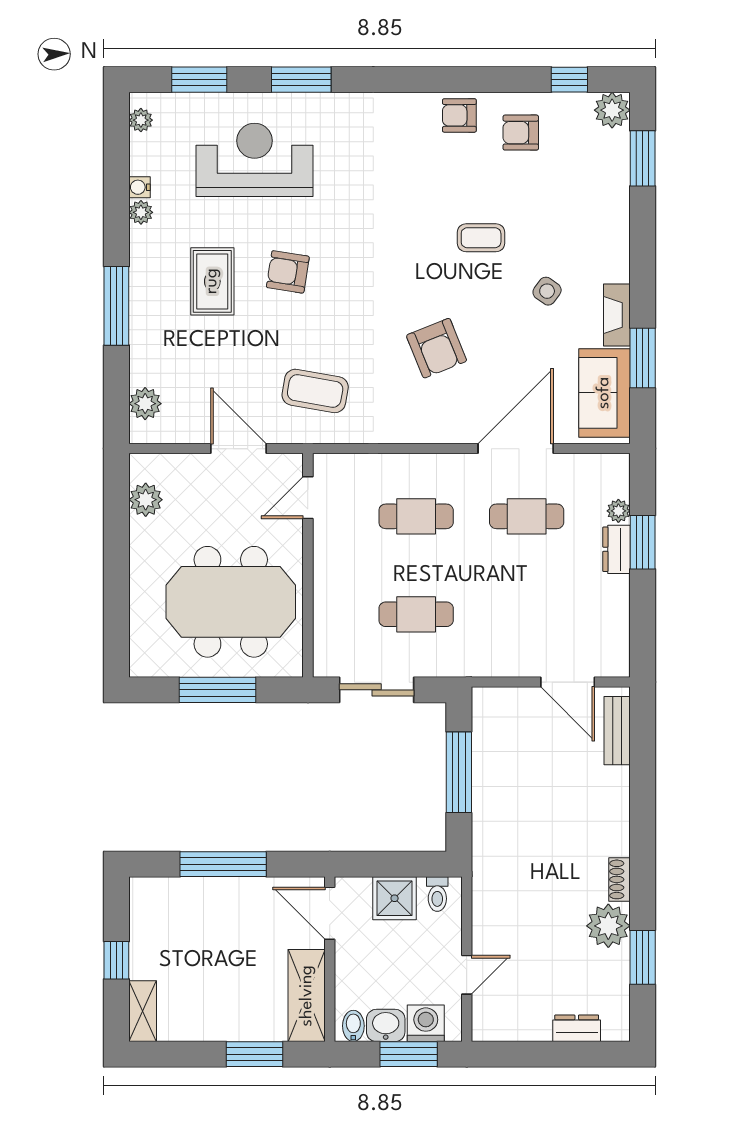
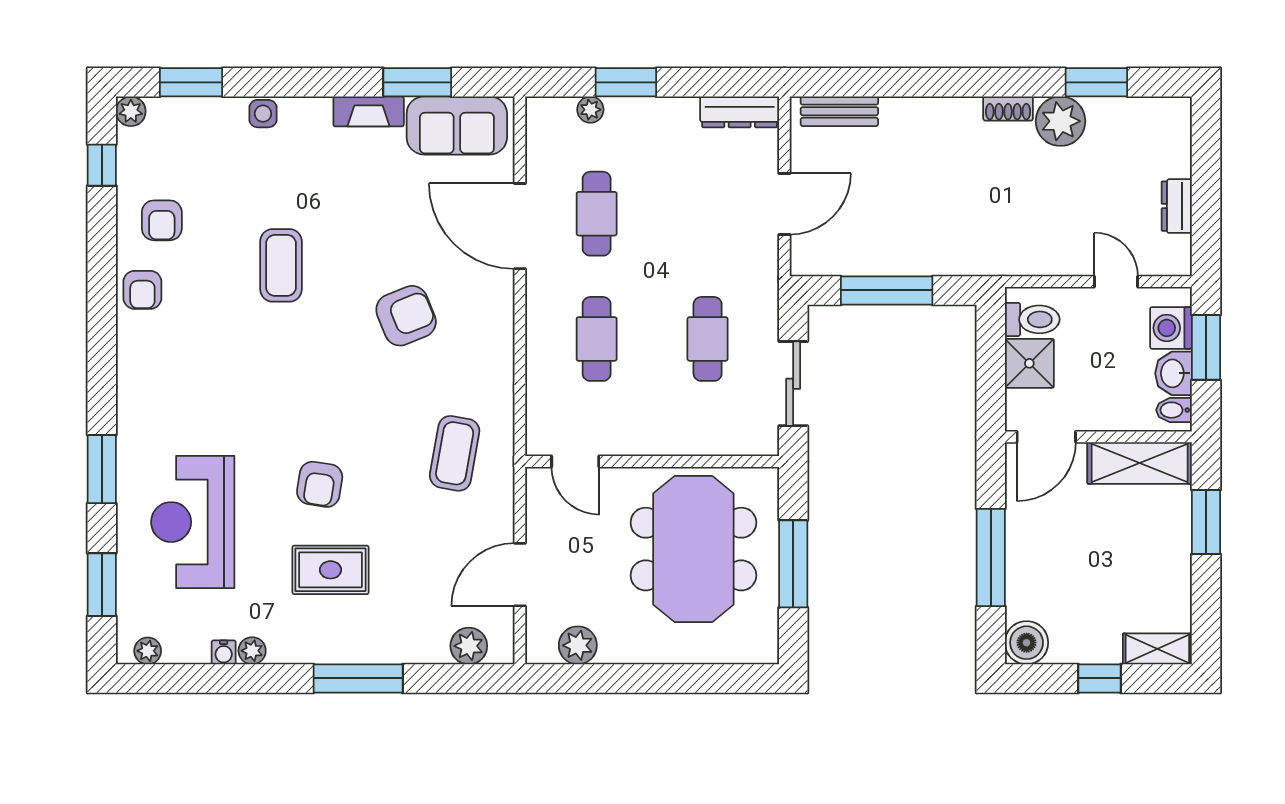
plant: (612, 110) -> (131, 111), width x0.73, depth x0.73
coffee table: (481, 238) -> (281, 265), width x1.36, depth x1.30
side table: (547, 291) -> (263, 114), moved, turned -36
door: (238, 449) -> (520, 575), moved
dresser: (617, 549) -> (740, 112), moved, width x1.44
door: (568, 682) -> (784, 204), moved
toilet: (437, 894) -> (1032, 319), width x1.37, depth x1.39
boiler: (148, 896) -> (1027, 643), added
dresser: (577, 1028) -> (1177, 206), moved

